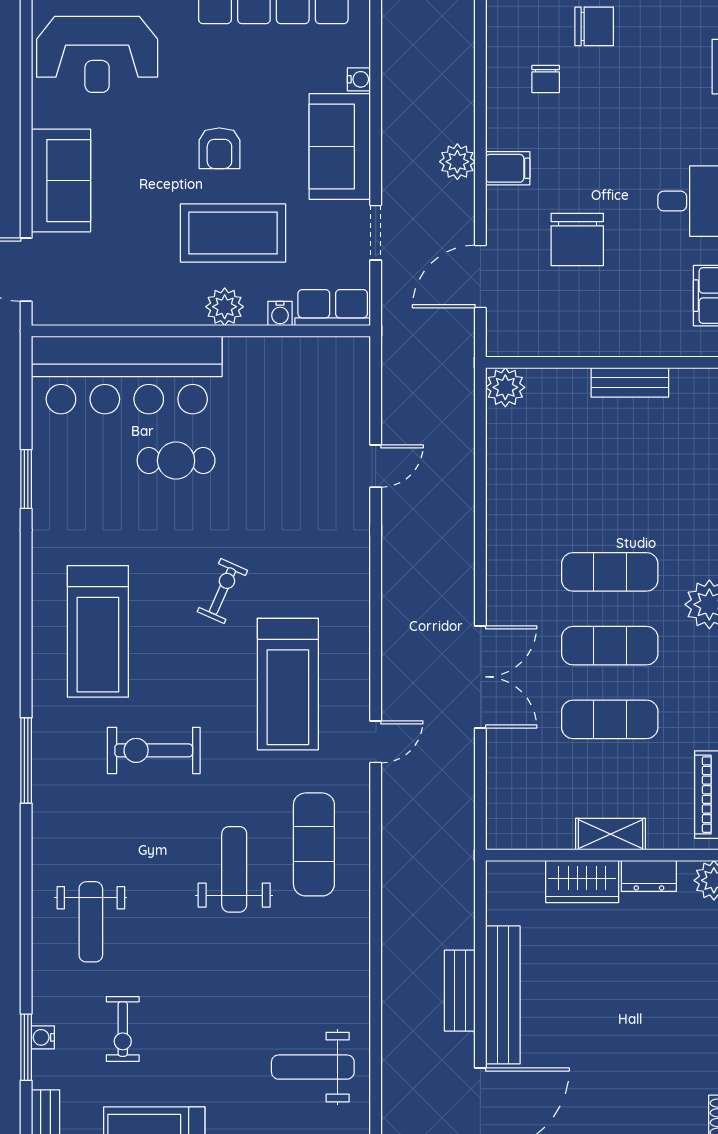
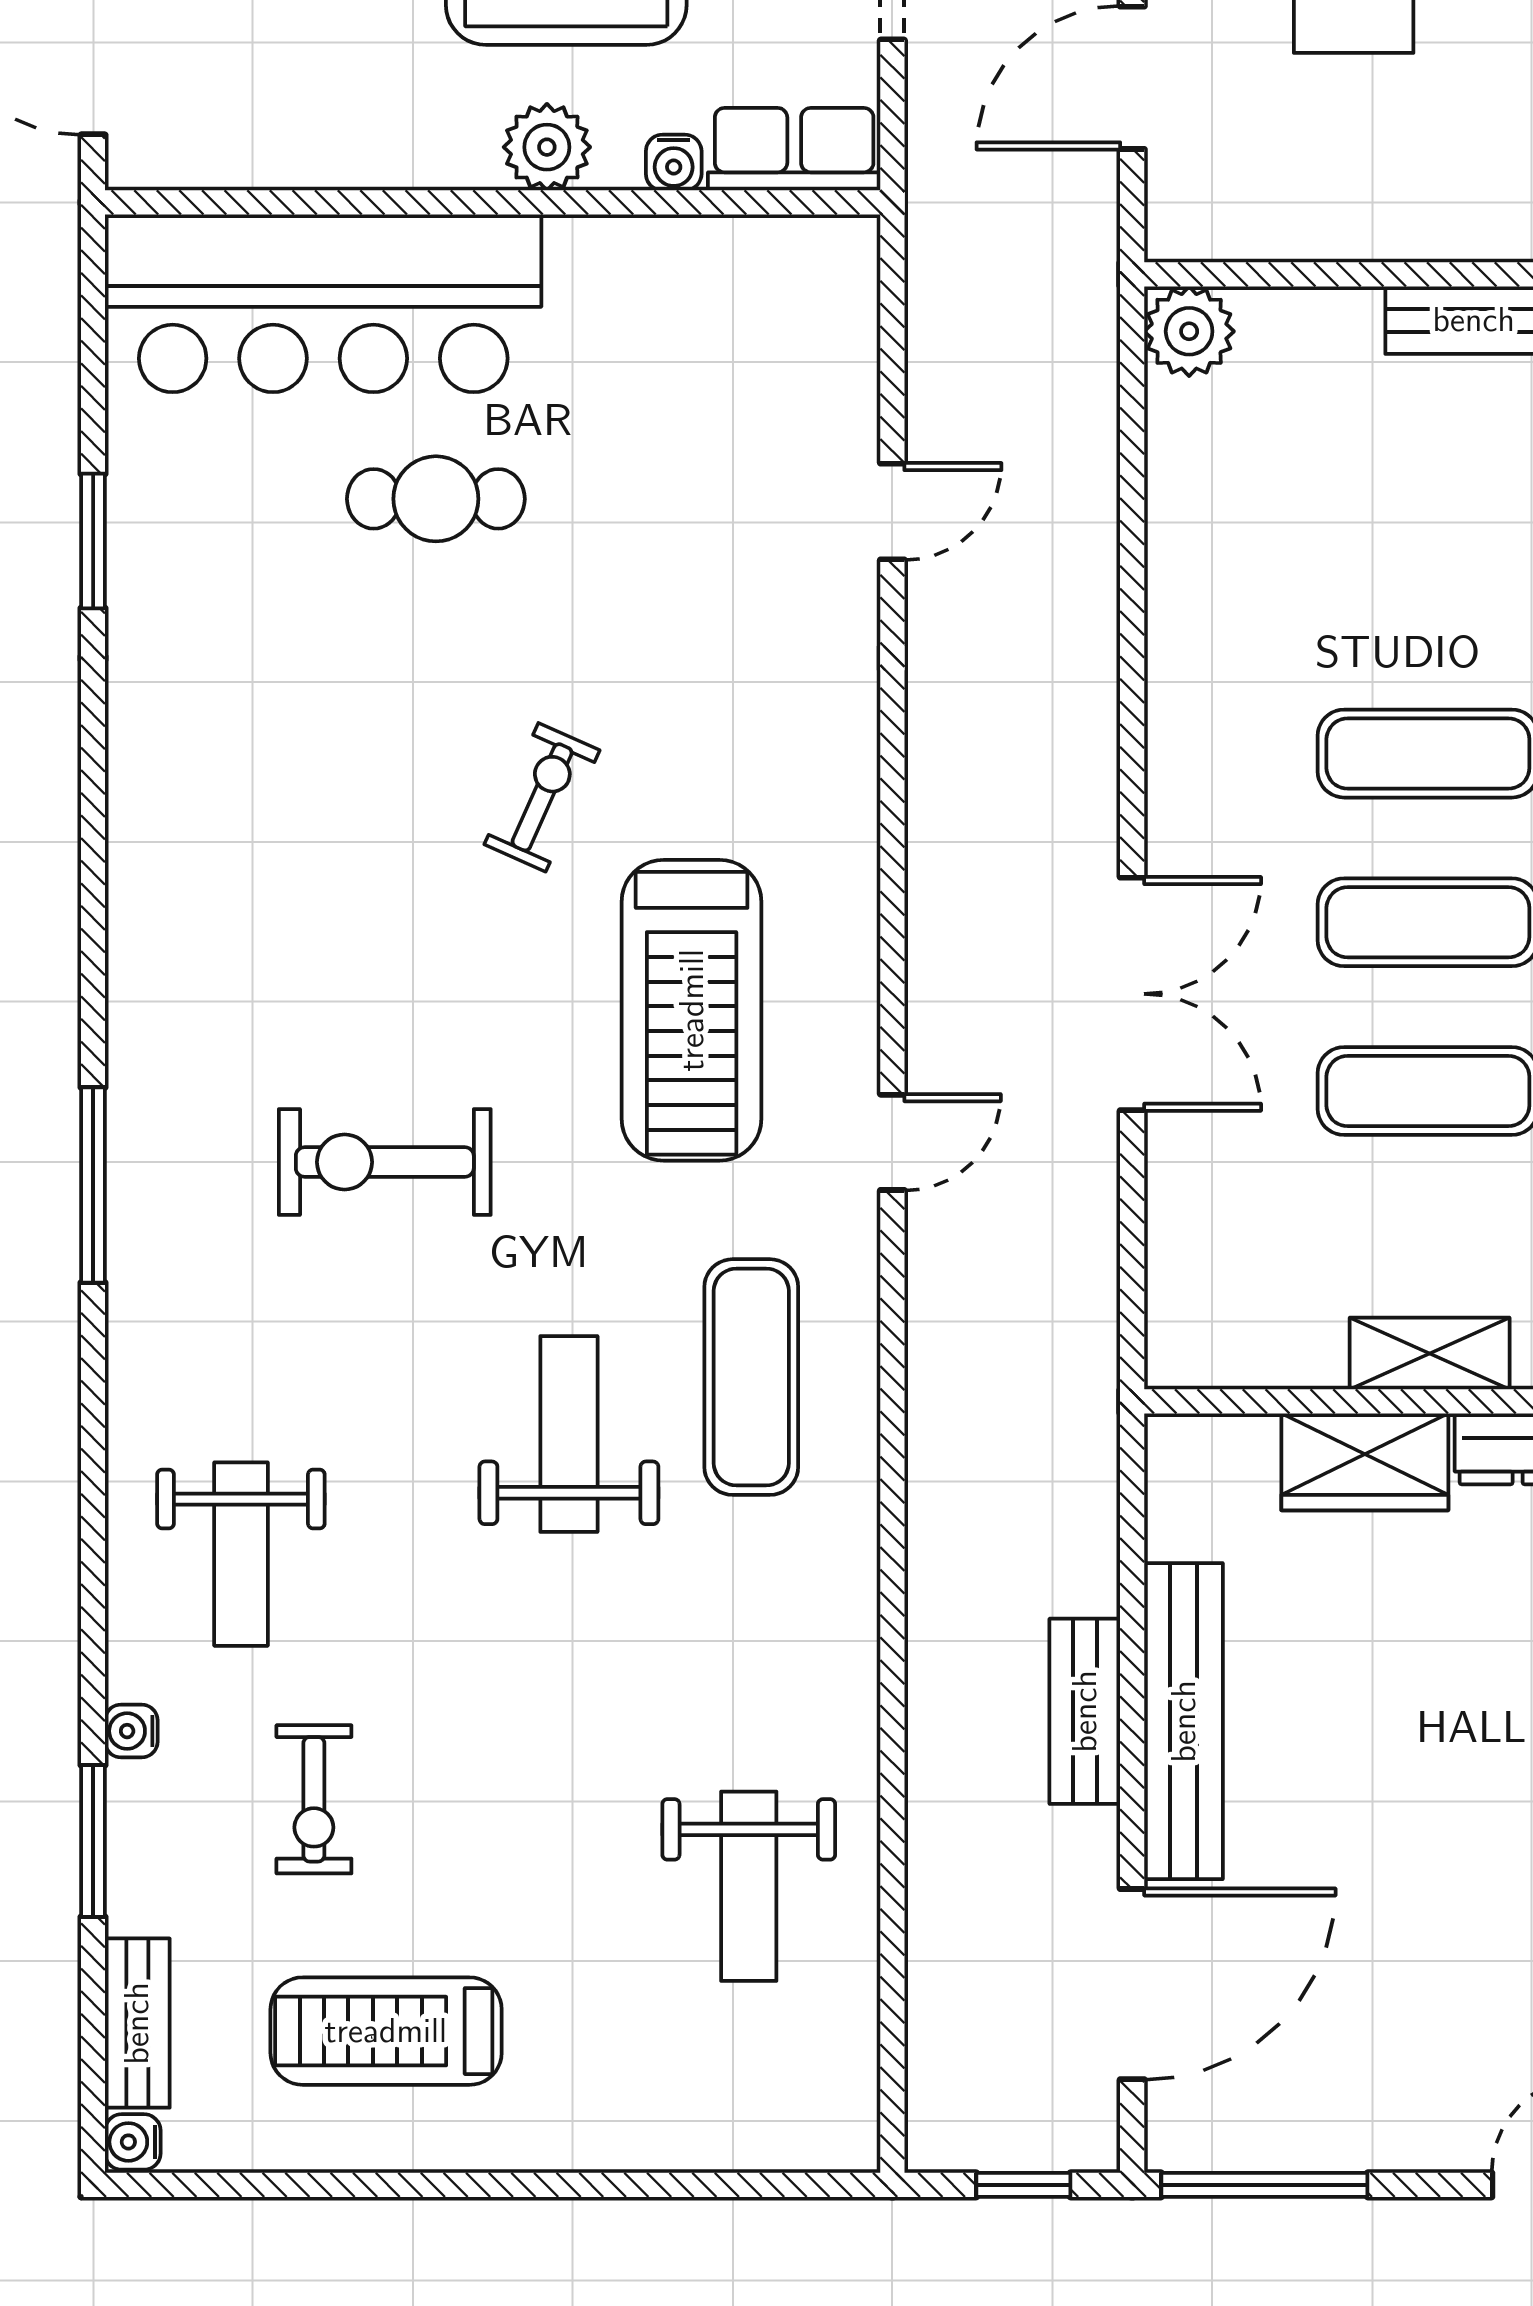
treadmill: (98, 631) -> (257, 890), removed
water cooler: (43, 1037) -> (131, 1731), moved
weight bench: (313, 1067) -> (749, 1886), turned -90

